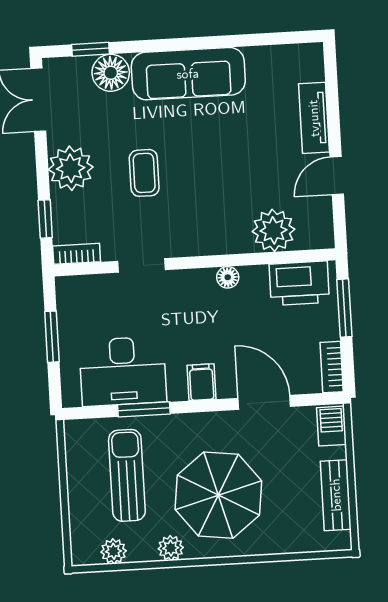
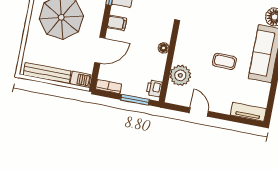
tv unit: (314, 118) -> (248, 112), moved
coffee table: (144, 173) -> (224, 61), moved
printer: (299, 283) -> (154, 88), width x0.53, depth x0.68
bench: (336, 495) -> (47, 73), width x1.36

